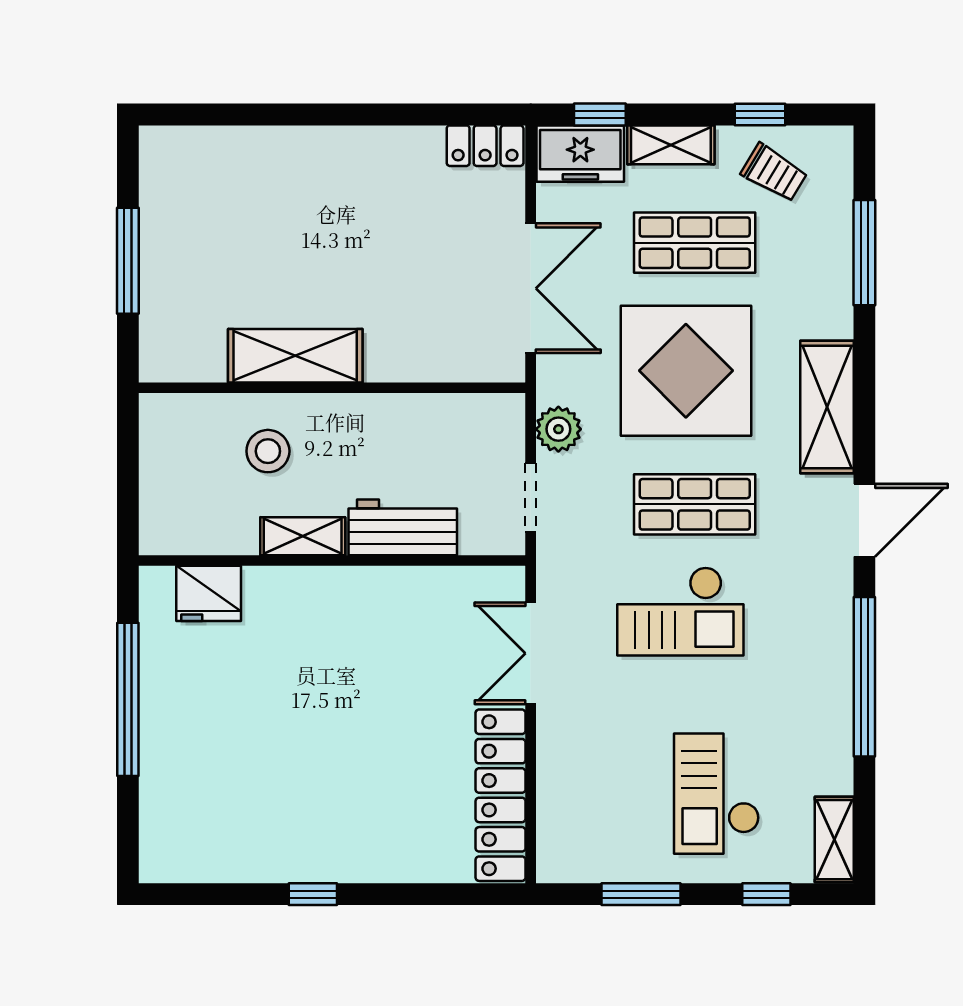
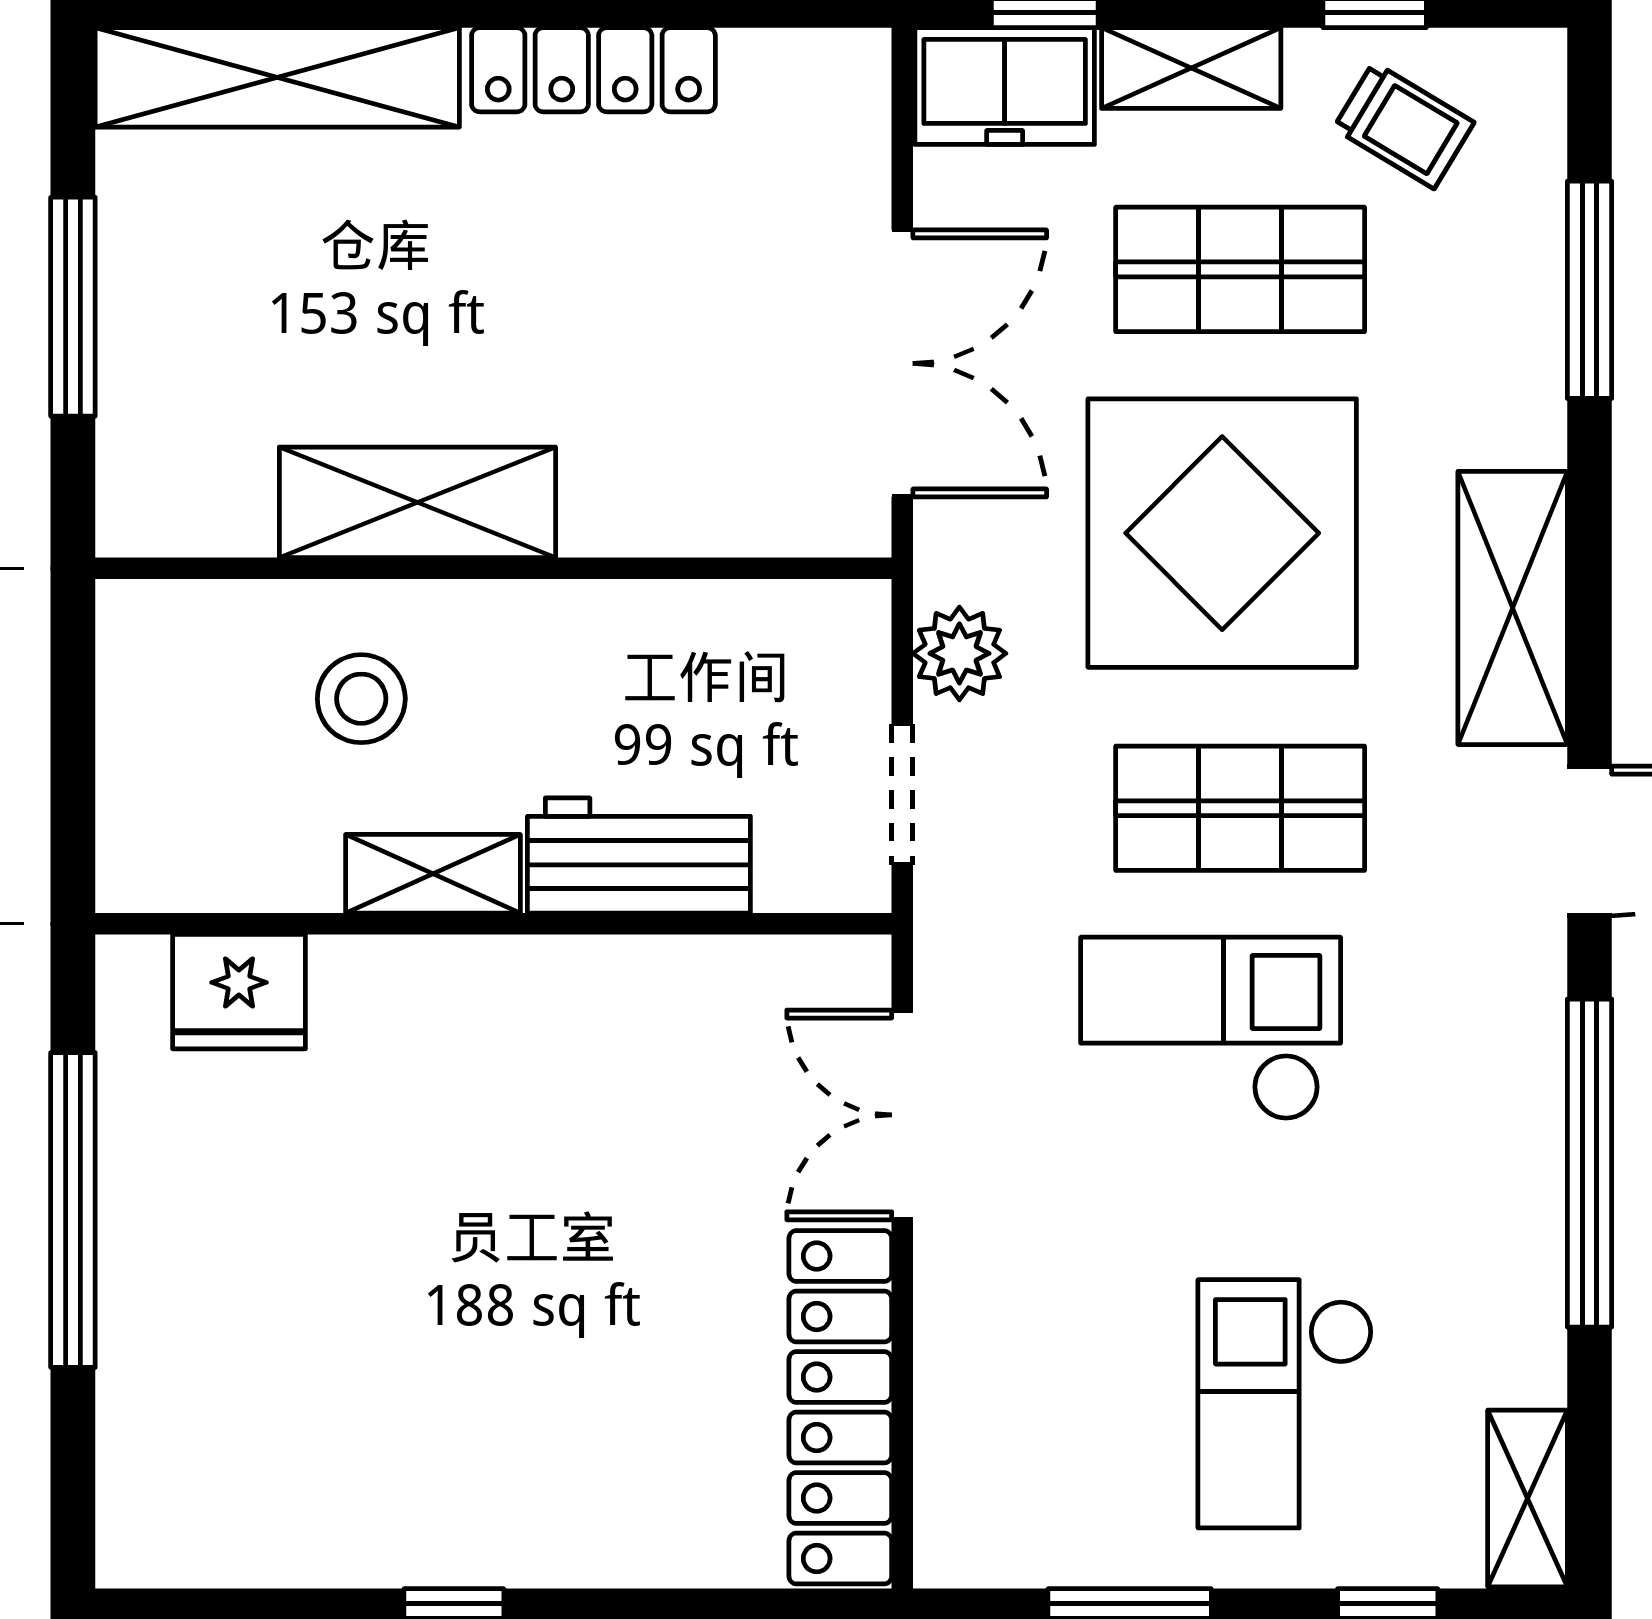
locker: (485, 146) -> (593, 70), moved, width x1.53
shelving: (227, 149) -> (277, 77), added
checkout: (680, 611) -> (1211, 1029), turned 180

